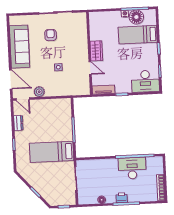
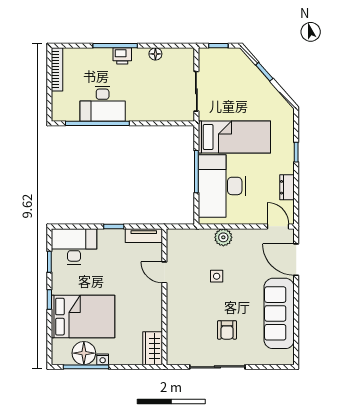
bed: (138, 35) -> (83, 317), width x1.50
wardrobe: (96, 51) -> (153, 348), moved
plant: (39, 92) -> (223, 237), moved
desk: (58, 122) -> (222, 186), added

